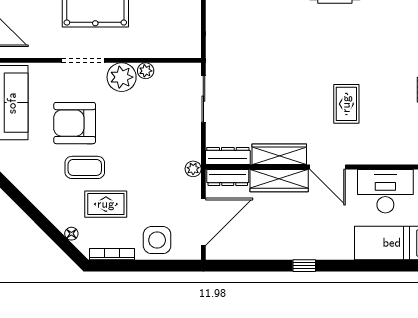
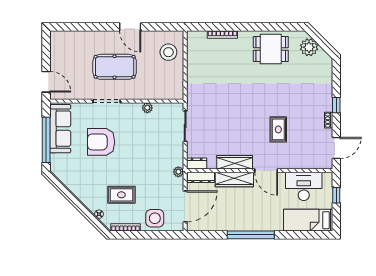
plant: (122, 77) -> (132, 112), removed
dresser: (228, 156) -> (197, 163), width x0.70
coffee table: (85, 167) -> (108, 171), removed
window: (304, 266) -> (251, 235), width x3.17

